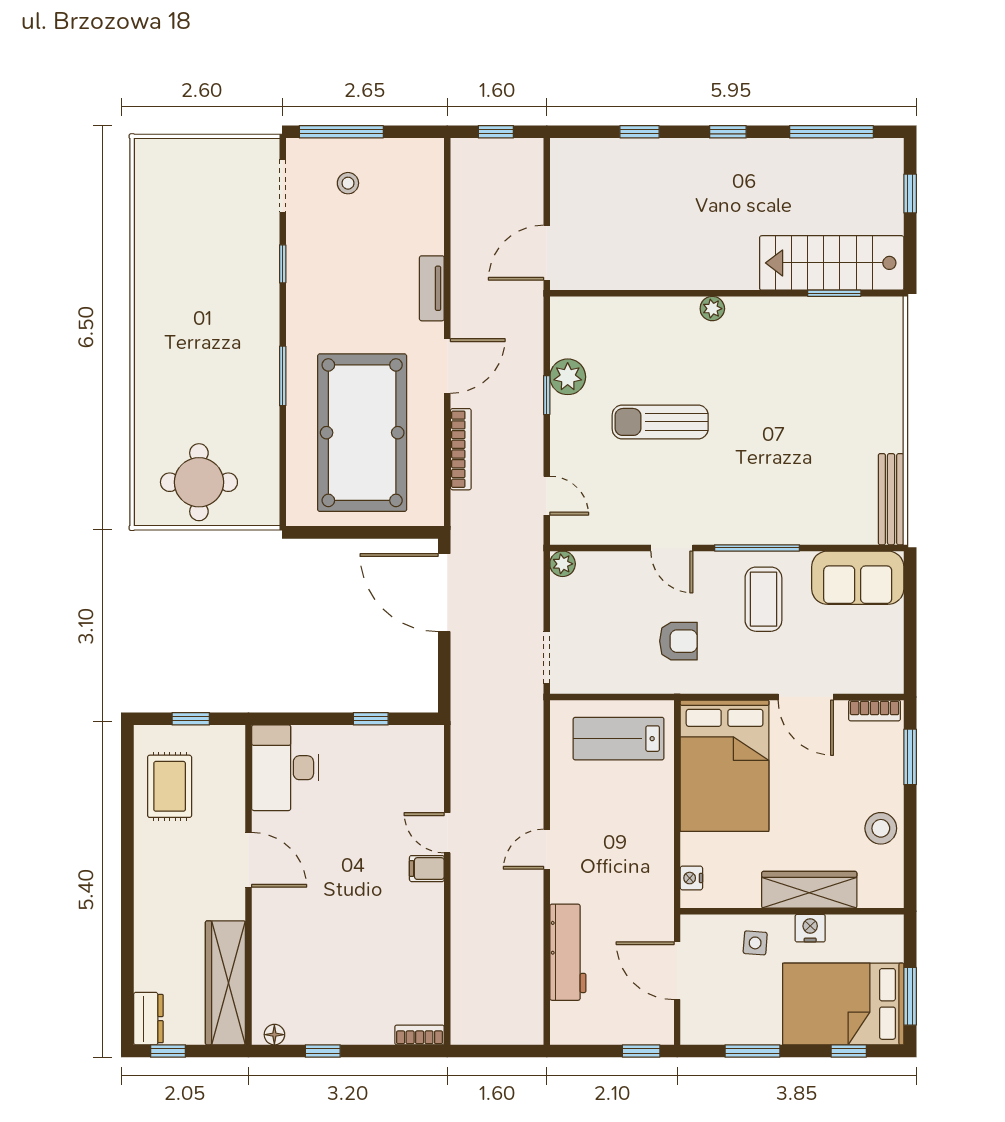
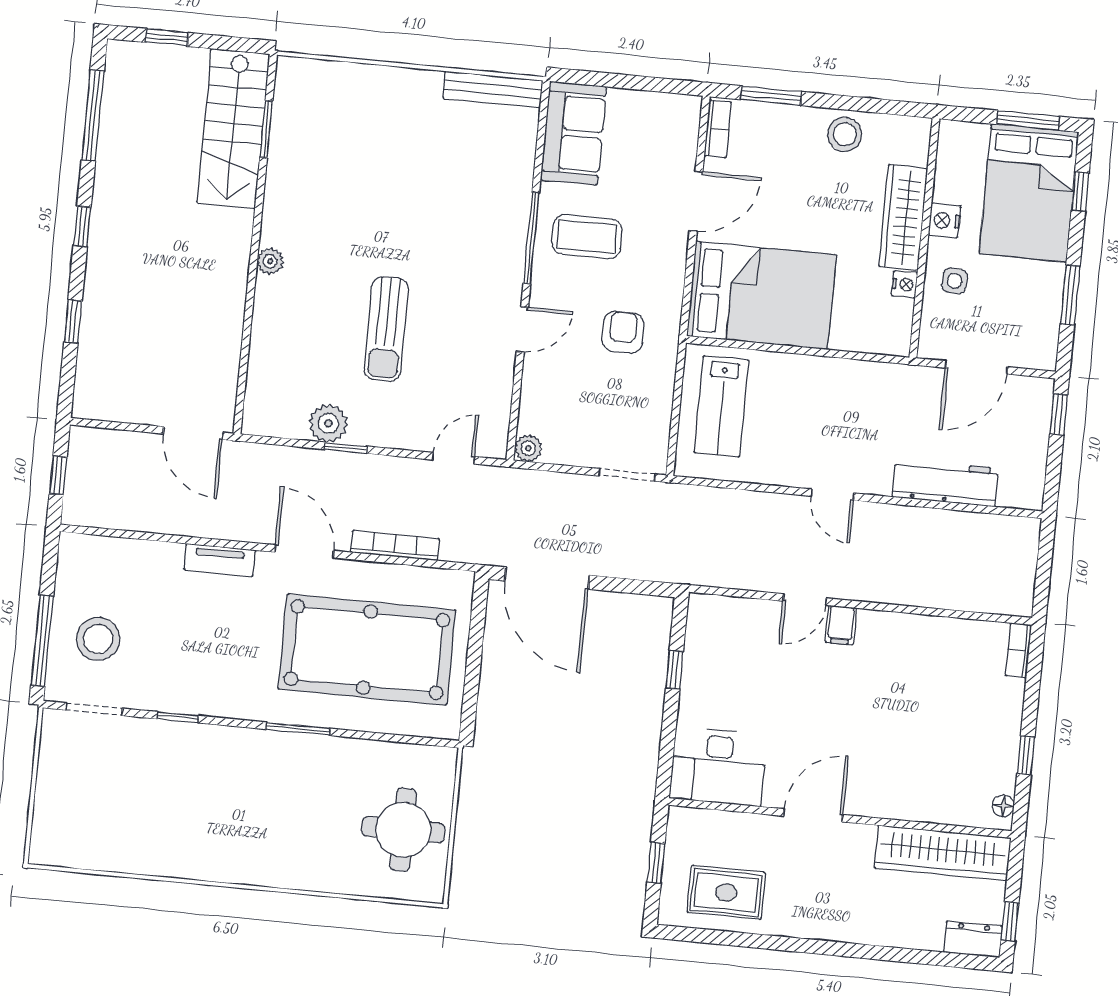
stool: (348, 183) -> (98, 639), width x1.89, depth x1.89
door: (444, 593) -> (547, 578), hinge flipped
nightstand: (691, 878) -> (905, 284), moved, turned -90

